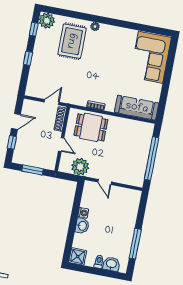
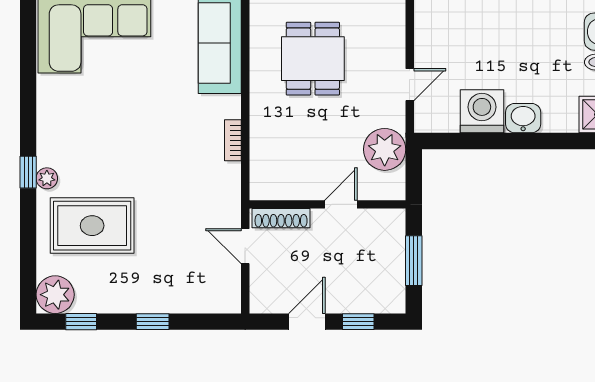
window: (99, 19) -> (28, 172), added
door: (16, 121) -> (307, 322), hinge flipped
dining table: (91, 127) -> (313, 59), moved
washing machine: (83, 213) -> (482, 111), width x1.89, depth x1.89

